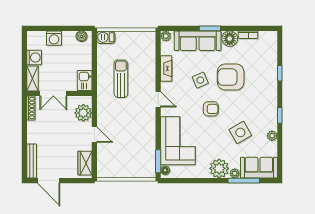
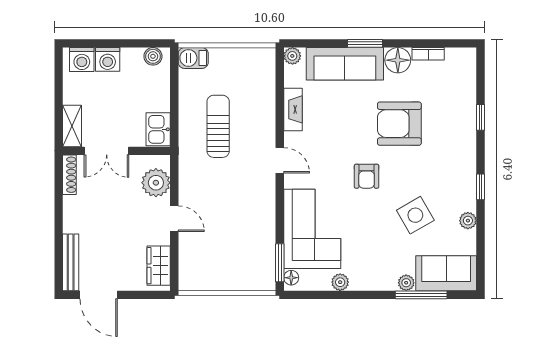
washing machine: (34, 58) -> (82, 59), moved, turned 90
side table: (200, 80) -> (349, 129), removed
armchair: (211, 109) -> (367, 176), turned 90
plant: (219, 168) -> (340, 282), moved, width x0.53, depth x0.53

